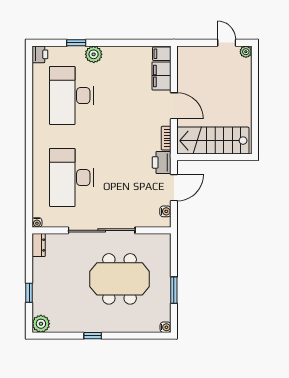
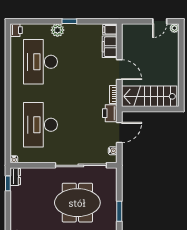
window: (76, 43) -> (69, 21), moved
door: (227, 43) -> (160, 21), swing flipped
sliding door: (102, 230) -> (81, 165), moved
window: (29, 293) -> (8, 183), moved

